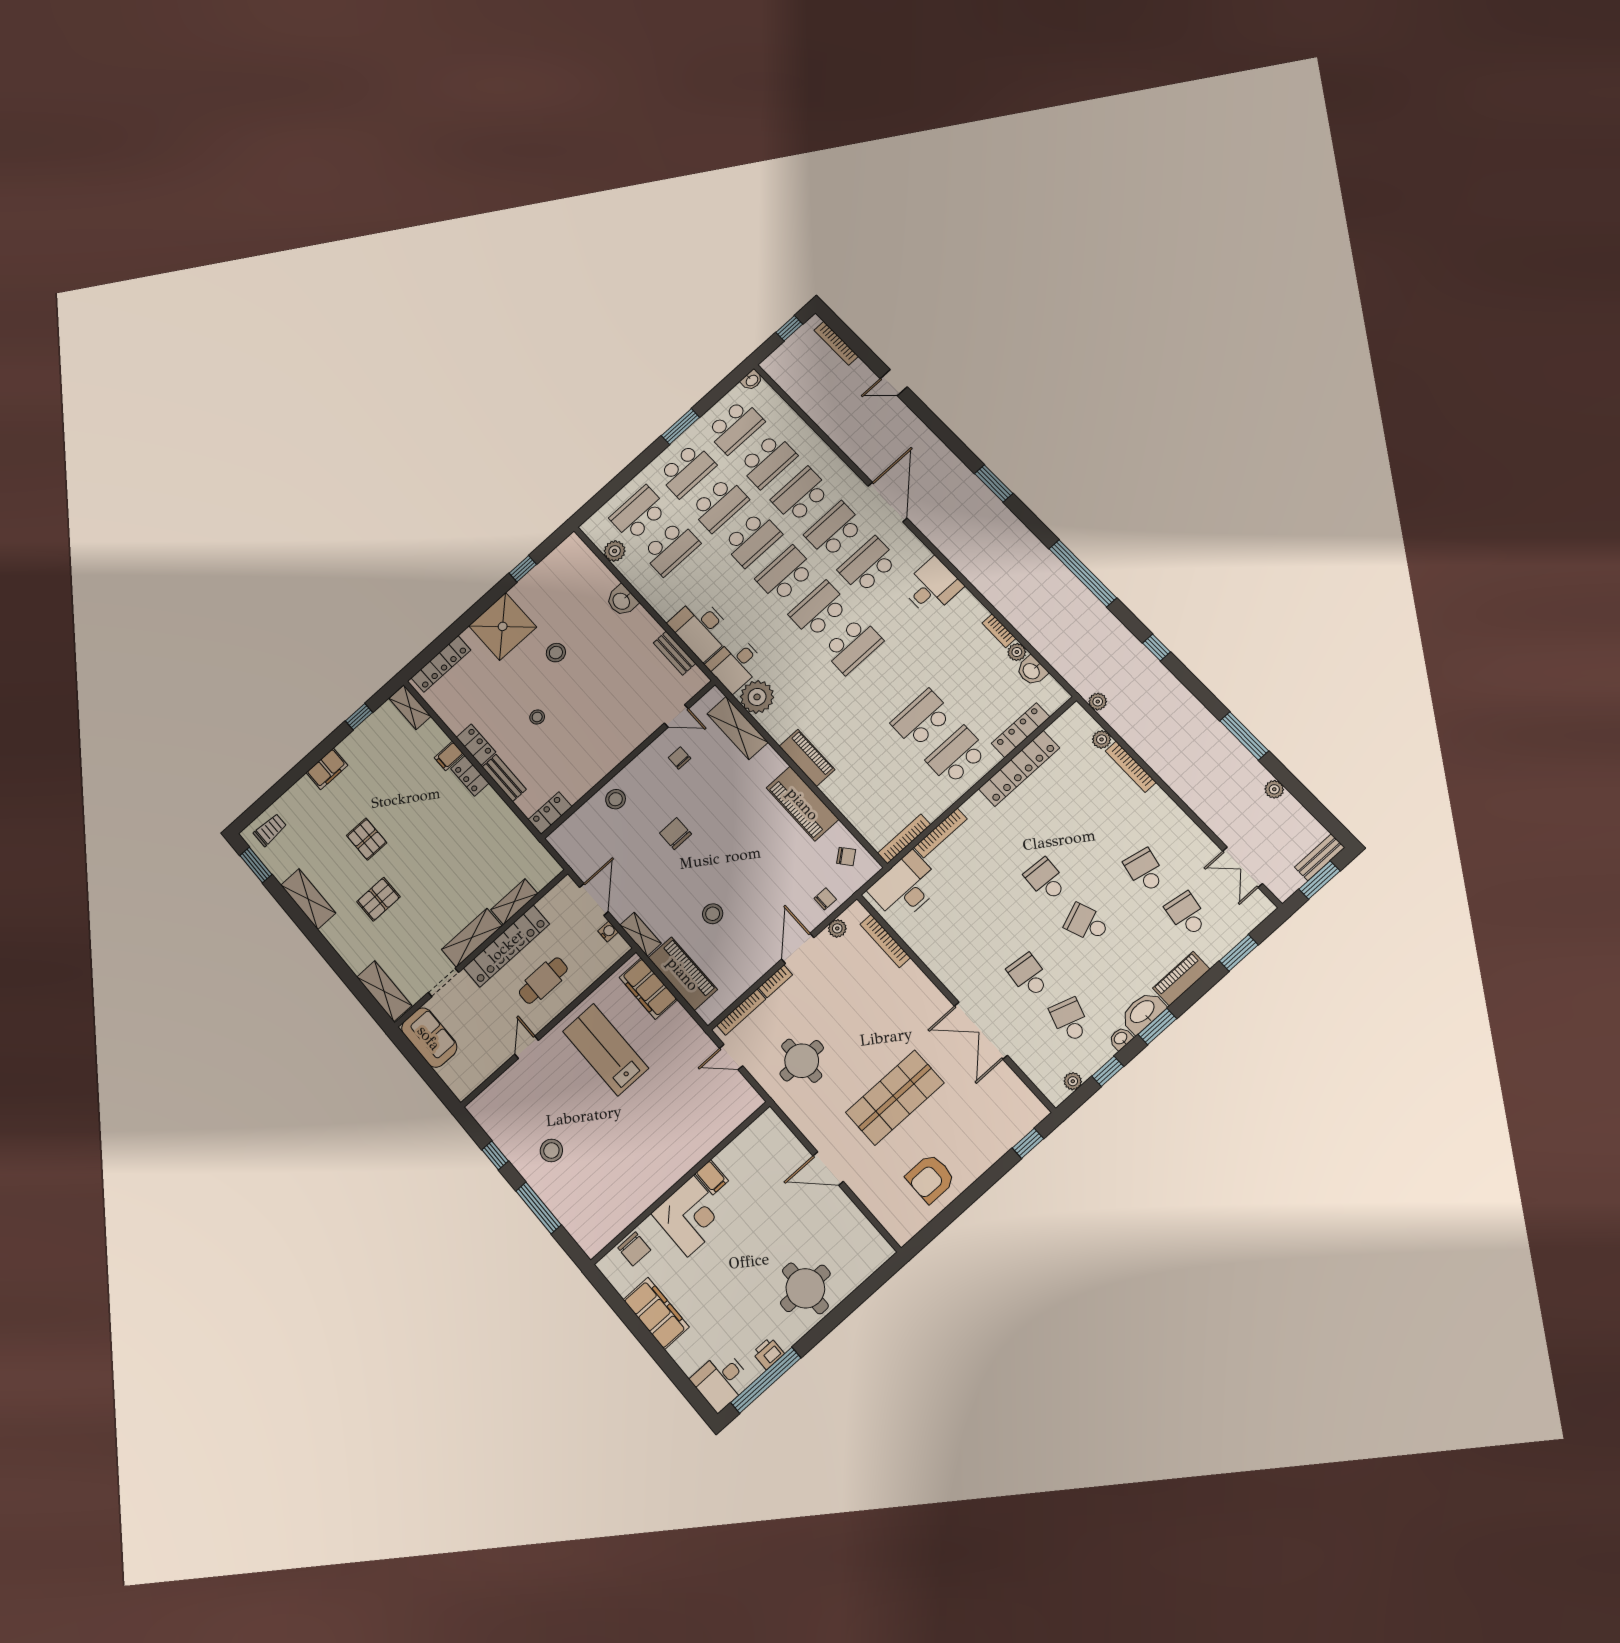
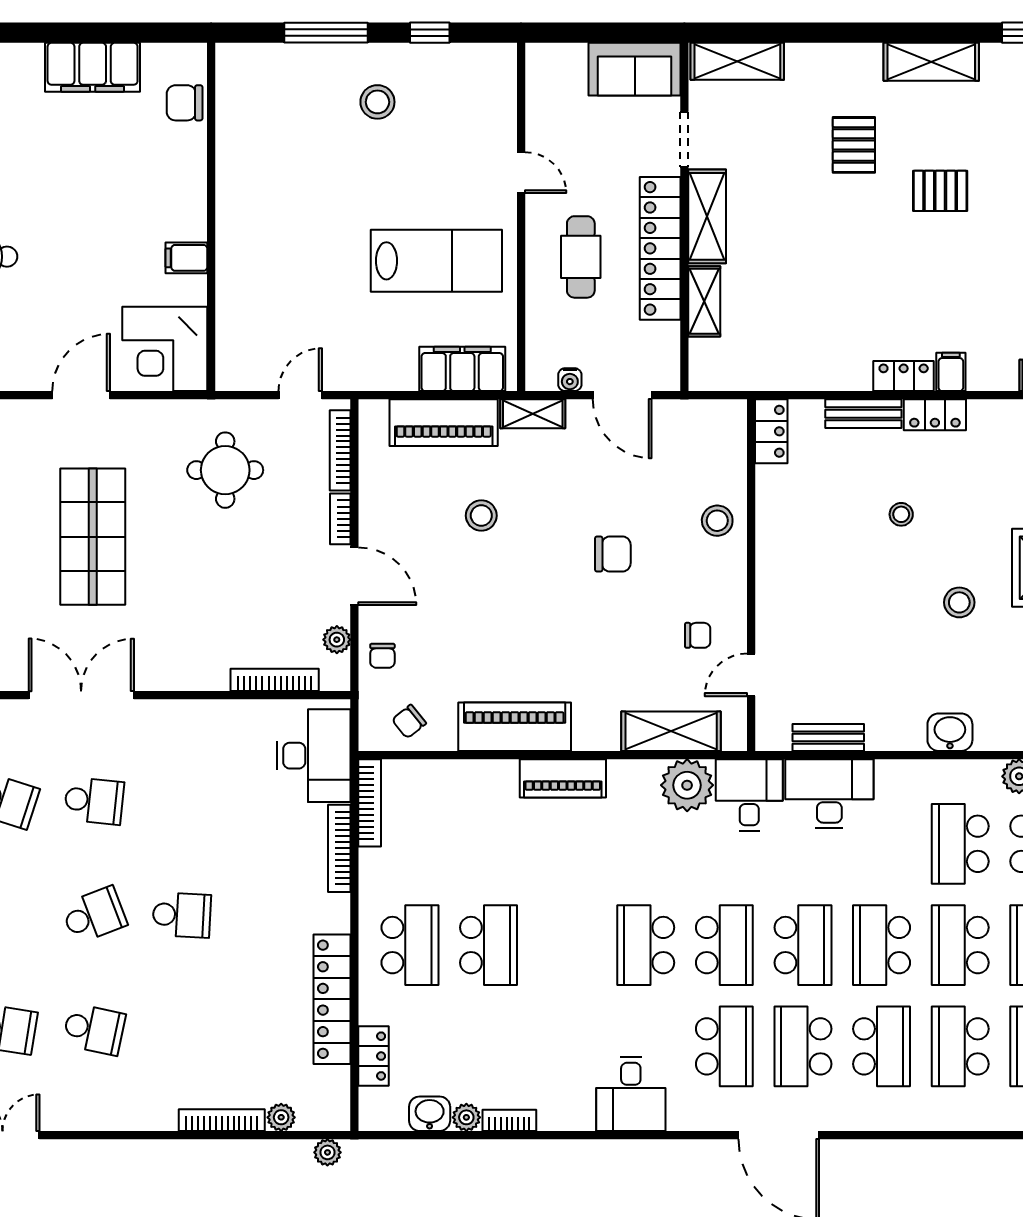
school desk: (834, 530) -> (803, 1046), turned 180
locker: (1021, 730) -> (374, 1056), width x0.66
corner desk: (691, 1216) -> (165, 349), moved

